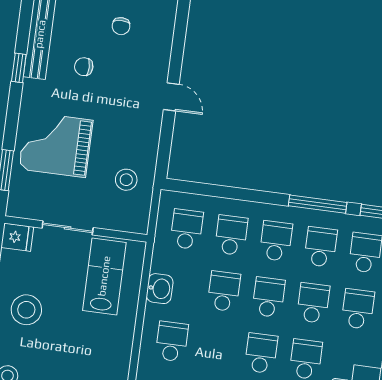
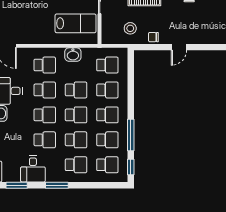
chair: (121, 26) -> (153, 37), moved
school desk: (216, 347) -> (45, 90), added

